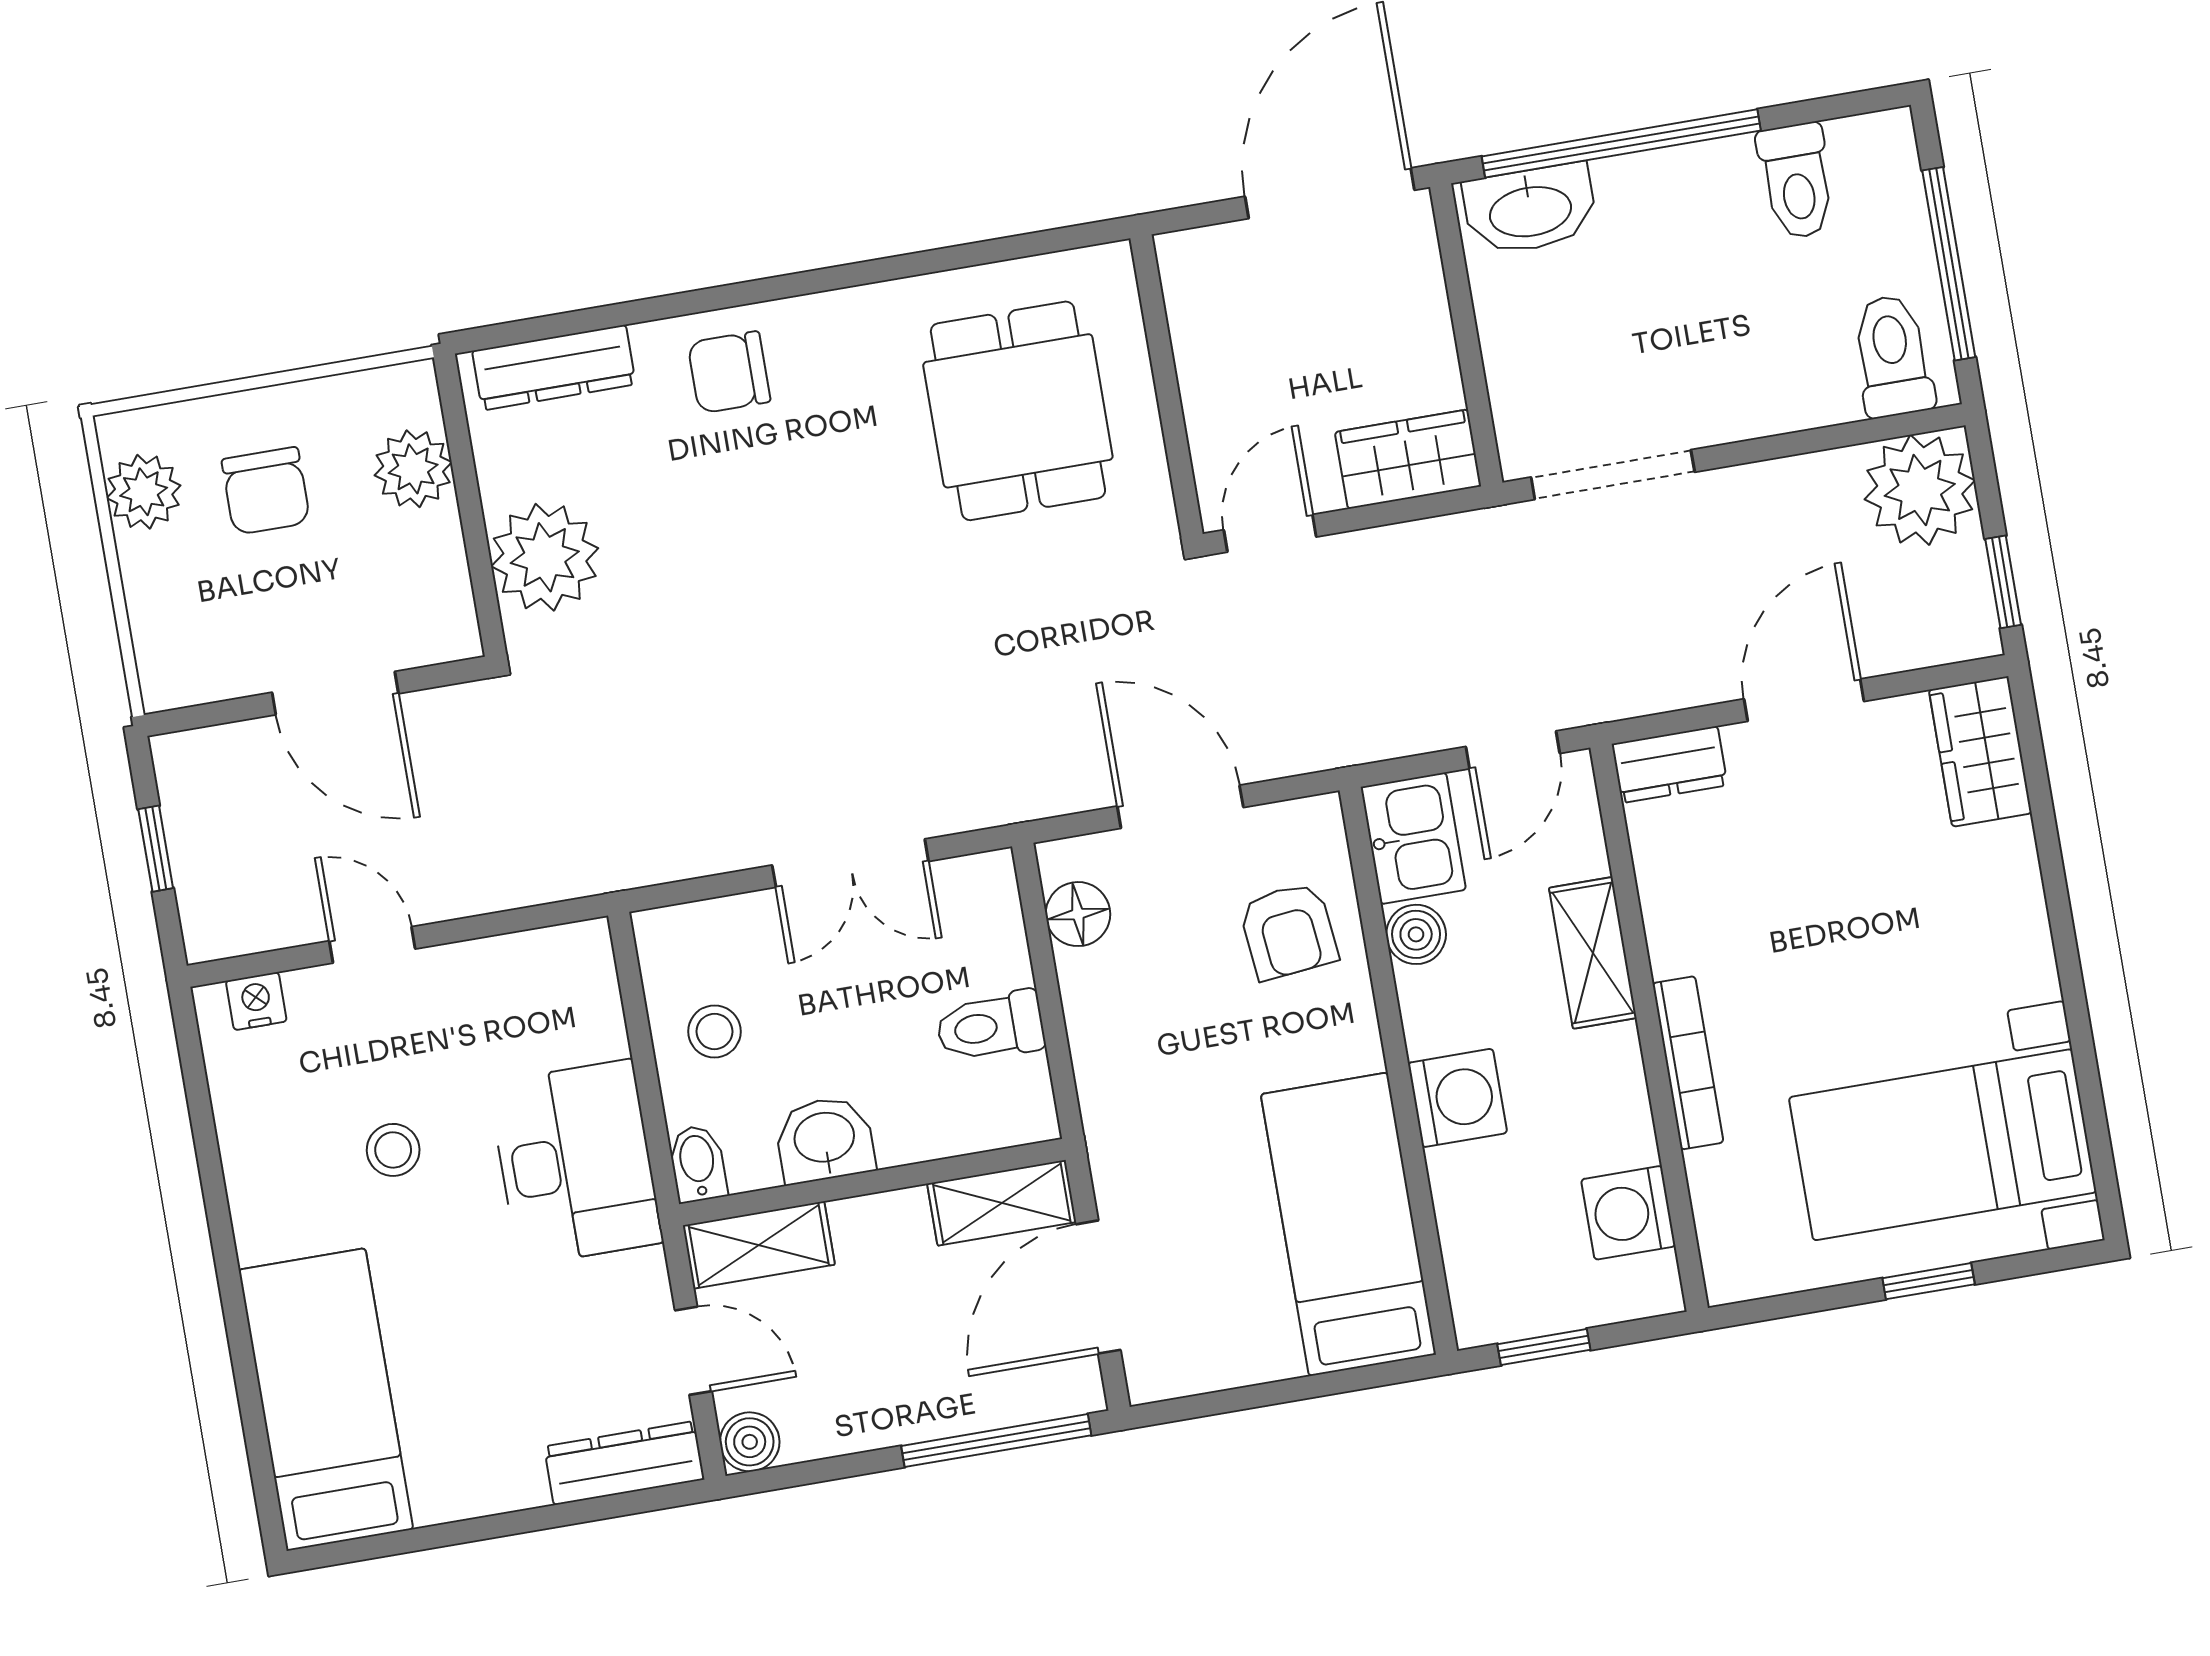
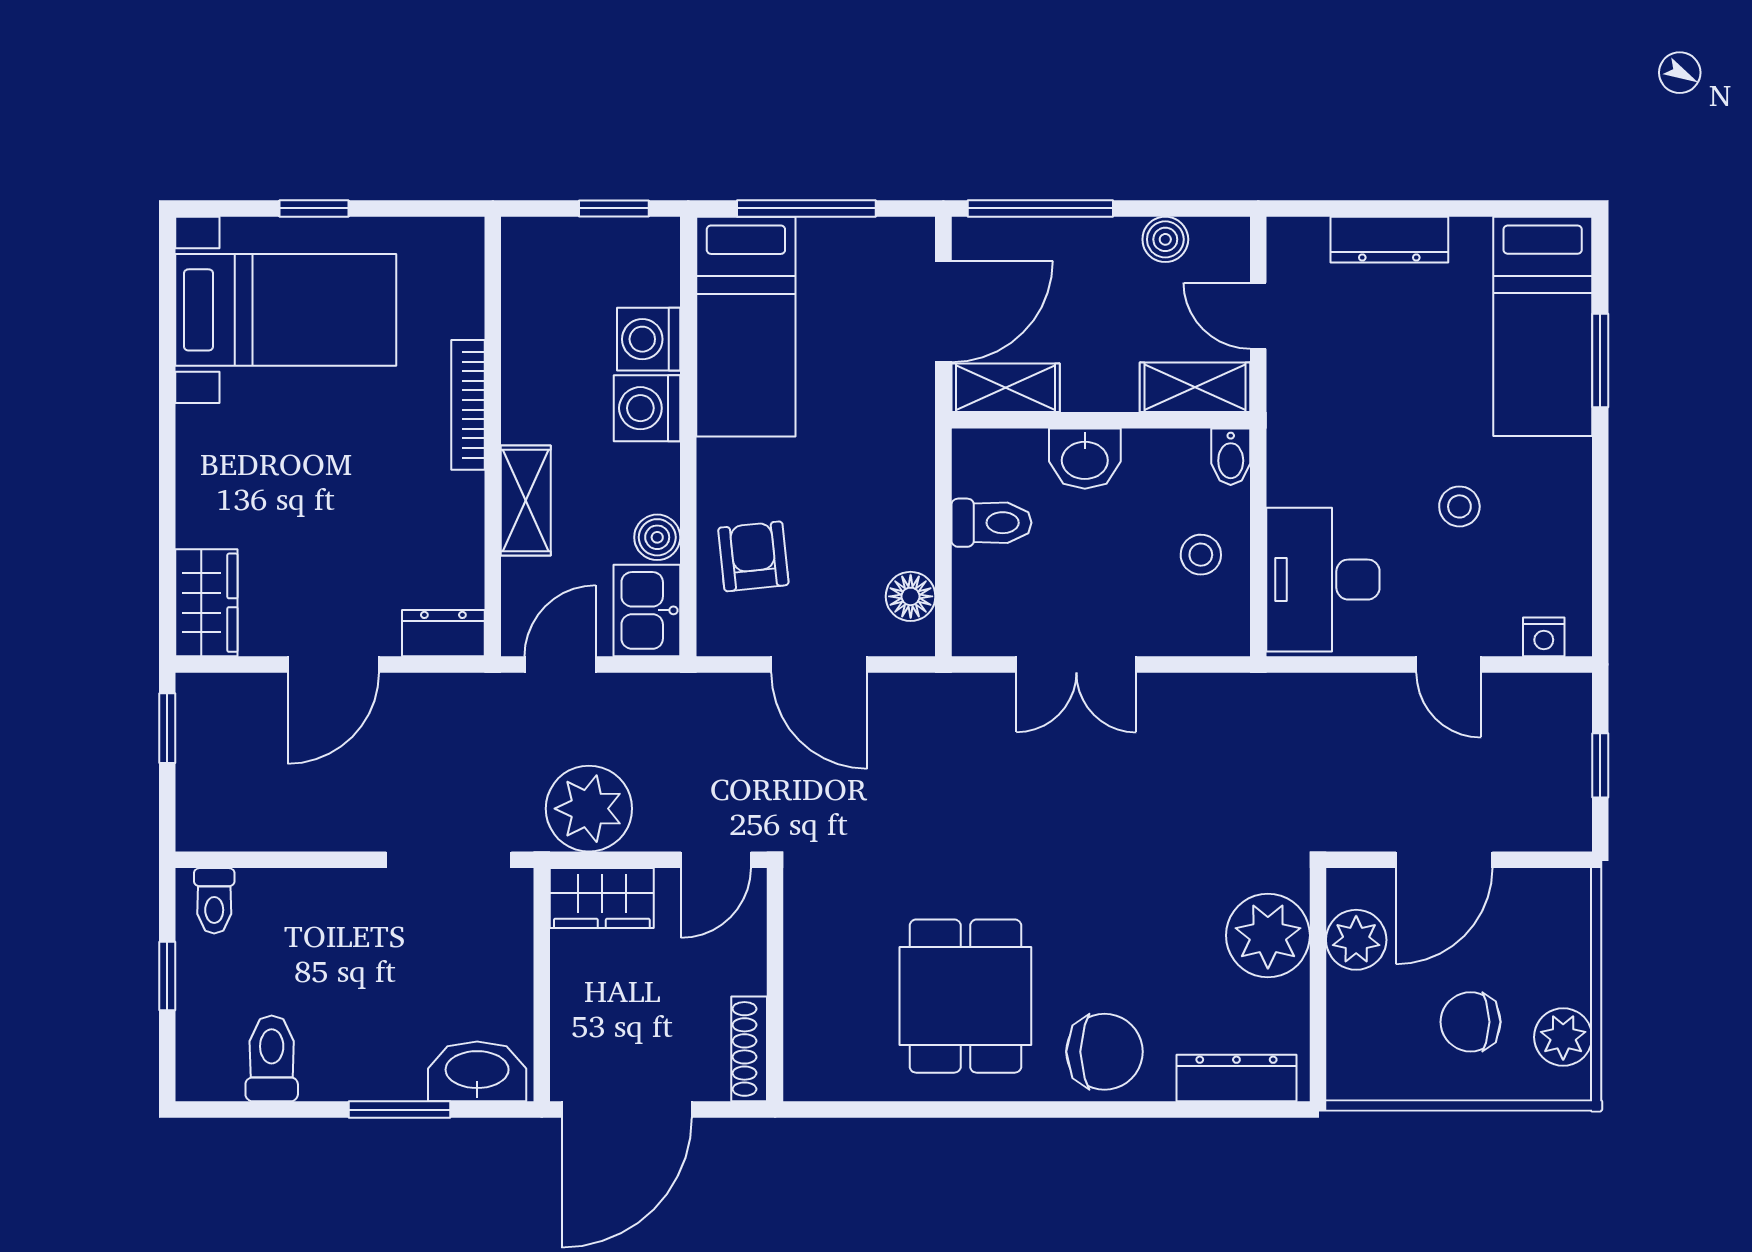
window: (1621, 143) -> (400, 1110), width x0.47
window: (1949, 264) -> (167, 976), width x0.46
shoe rack: (1186, 298) -> (749, 1049), added
toilet: (1892, 356) -> (214, 901), width x0.73, depth x0.72
chair: (729, 372) -> (1105, 1052), width x1.37, depth x1.37
dining table: (1018, 411) -> (965, 996), moved
plant: (413, 469) -> (1356, 940), moved
plant: (1920, 490) -> (589, 809), moved
chair: (266, 491) -> (1471, 1022), turned -90
door: (335, 693) -> (1444, 860), swing flipped
double door: (850, 863) -> (1076, 664), swing flipped
washbasin: (825, 1140) -> (1085, 459), moved
desk: (576, 1163) -> (1323, 580), moved
washing machine: (1628, 1213) -> (649, 339), moved, turned 180
window: (245, 1368) -> (1600, 360), added
window: (1297, 1389) -> (806, 208), added
boiler: (750, 1442) -> (1165, 239), moved
dresser: (624, 1463) -> (1389, 240), moved

